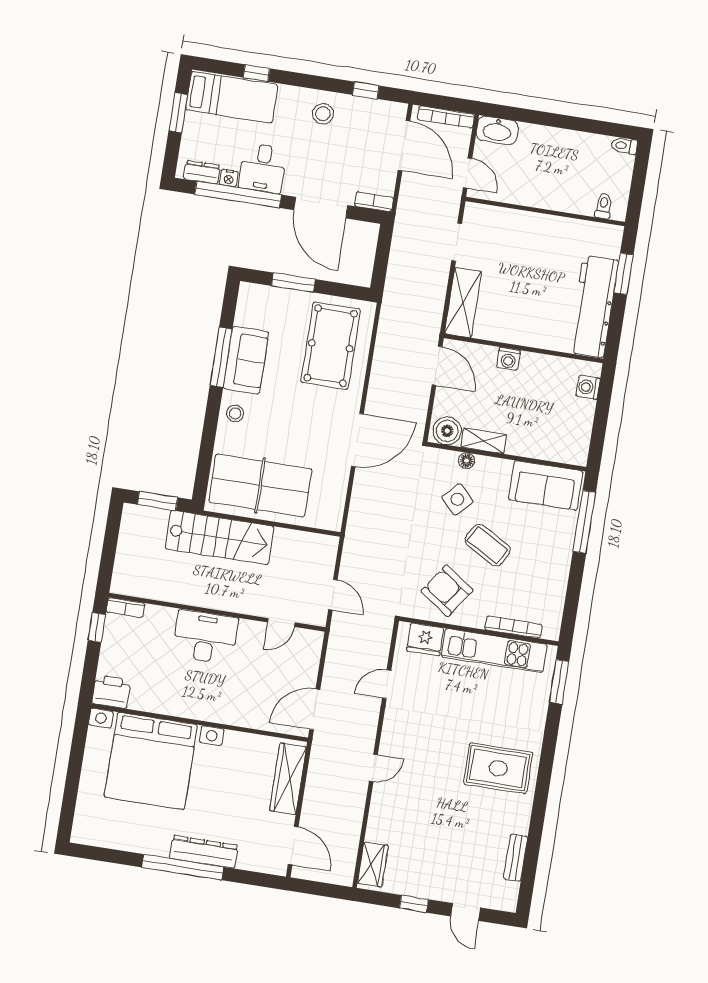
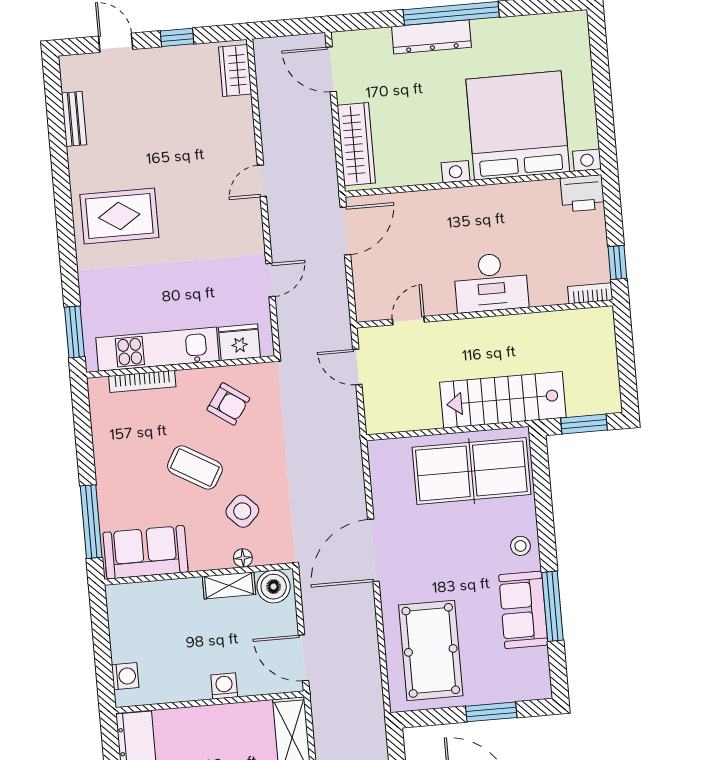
armchair: (447, 591) -> (228, 404), width x0.72, depth x0.72

